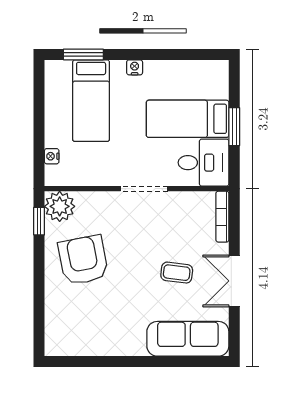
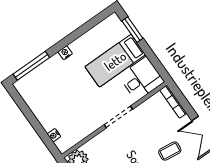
window: (83, 54) -> (31, 66), width x1.44
bed: (91, 101) -> (54, 89), removed
window: (234, 127) -> (132, 30), moved

